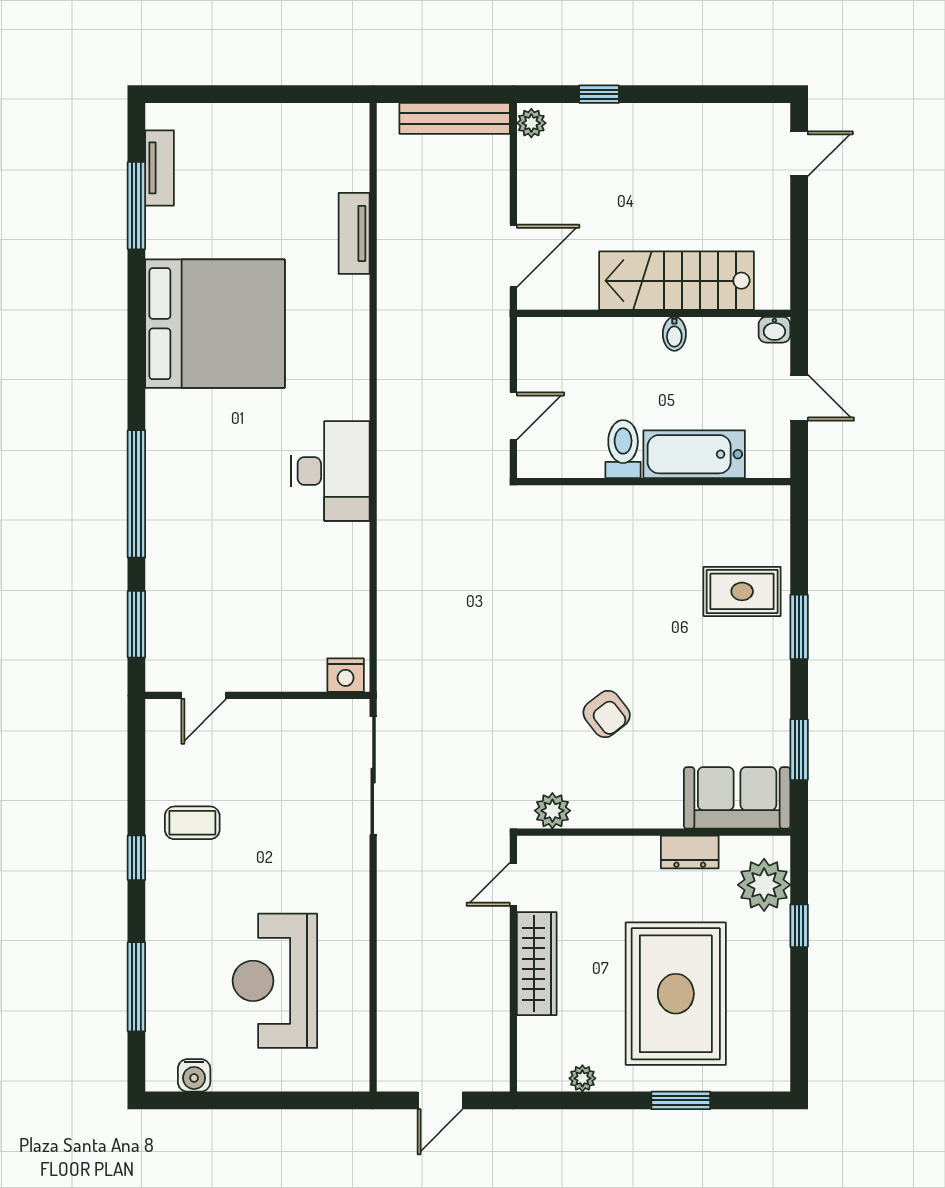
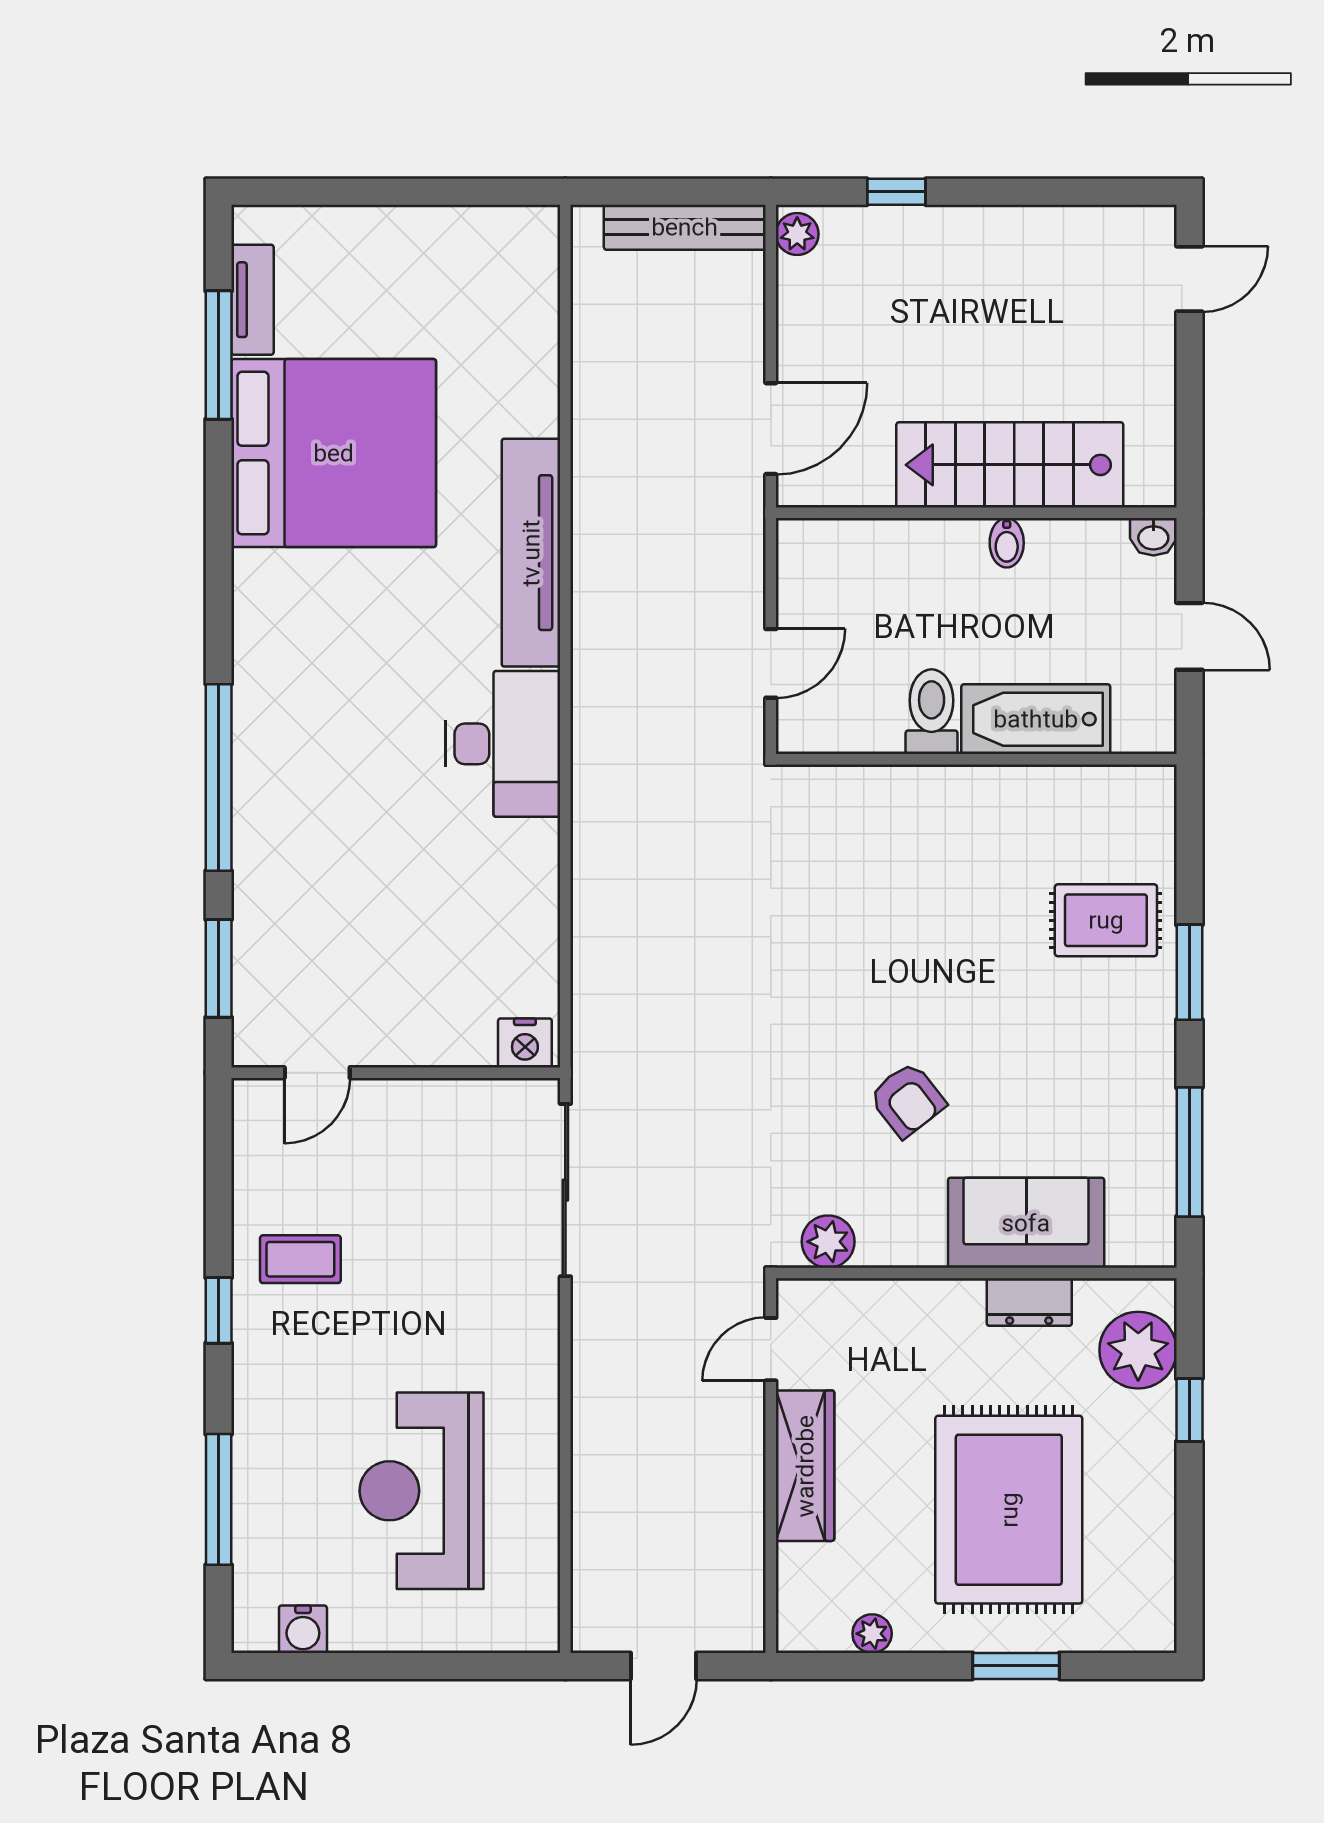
tv unit: (354, 233) -> (531, 553), moved, width x1.92, depth x1.29
bed: (215, 324) -> (334, 453), moved
window: (799, 750) -> (1189, 1152), width x1.44
sofa: (737, 798) -> (1026, 1223), moved

